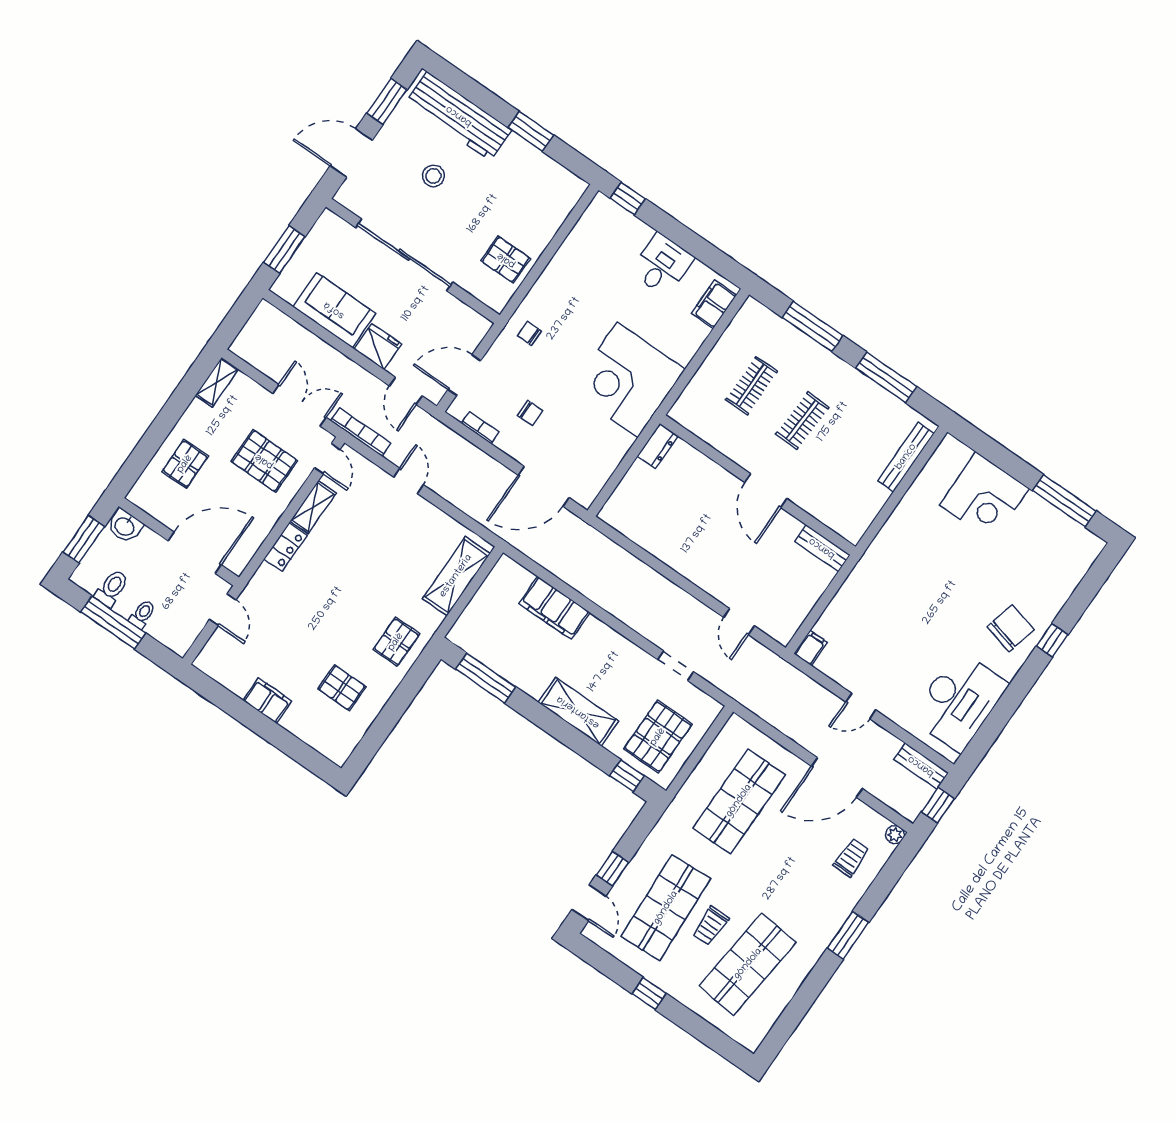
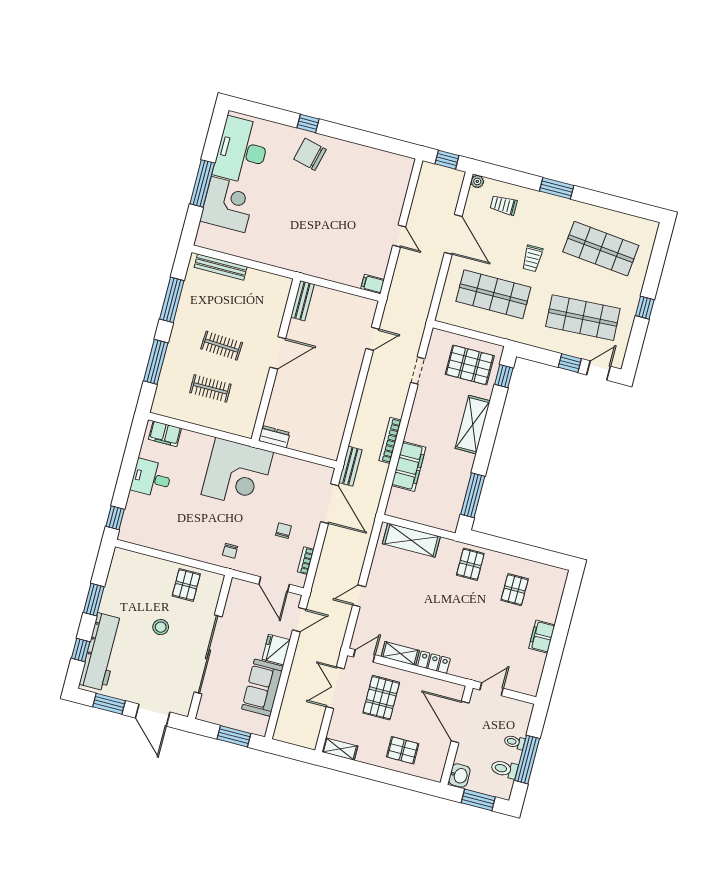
window: (471, 90) -> (81, 650), added
stool: (433, 176) -> (161, 627), moved
bookcase: (361, 432) -> (390, 440), moved
window: (1064, 501) -> (202, 183), moved
pallet: (396, 642) -> (470, 564), turned 90
desk: (959, 701) -> (242, 151), moved, turned -90
bench: (921, 766) -> (350, 466), moved
trolley: (711, 926) -> (532, 258), moved, turned 90

